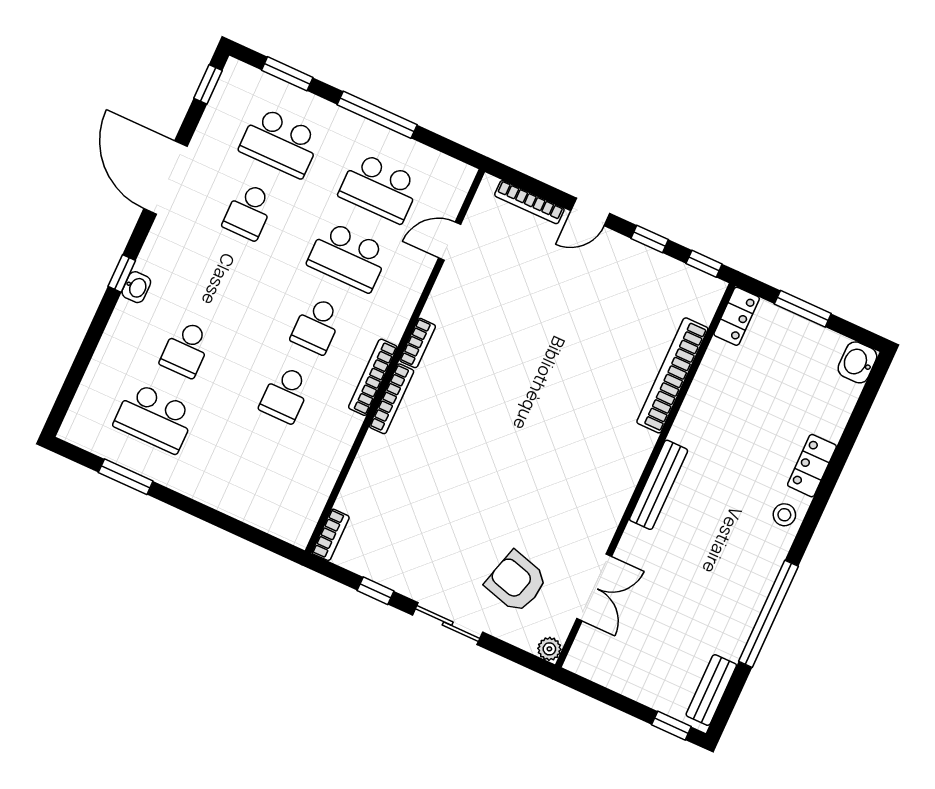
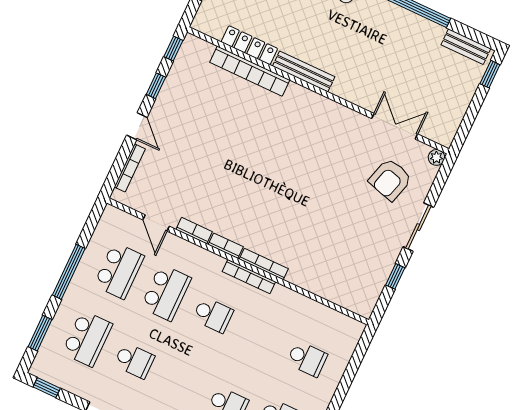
locker: (737, 316) -> (249, 45), moved, width x1.53
school desk: (285, 394) -> (307, 359), moved
bench: (659, 485) -> (304, 72), moved
bookcase: (331, 535) -> (194, 231), moved

